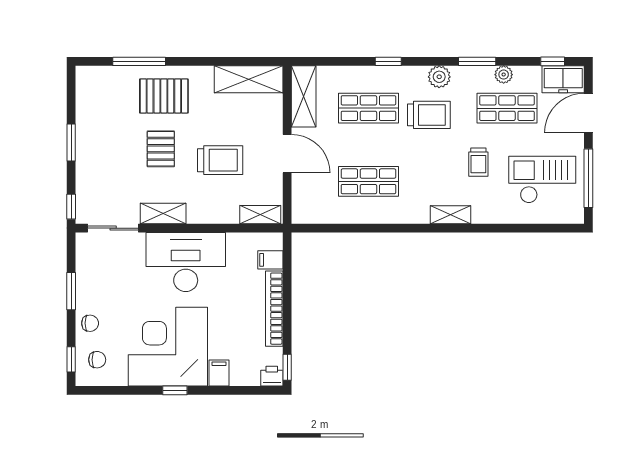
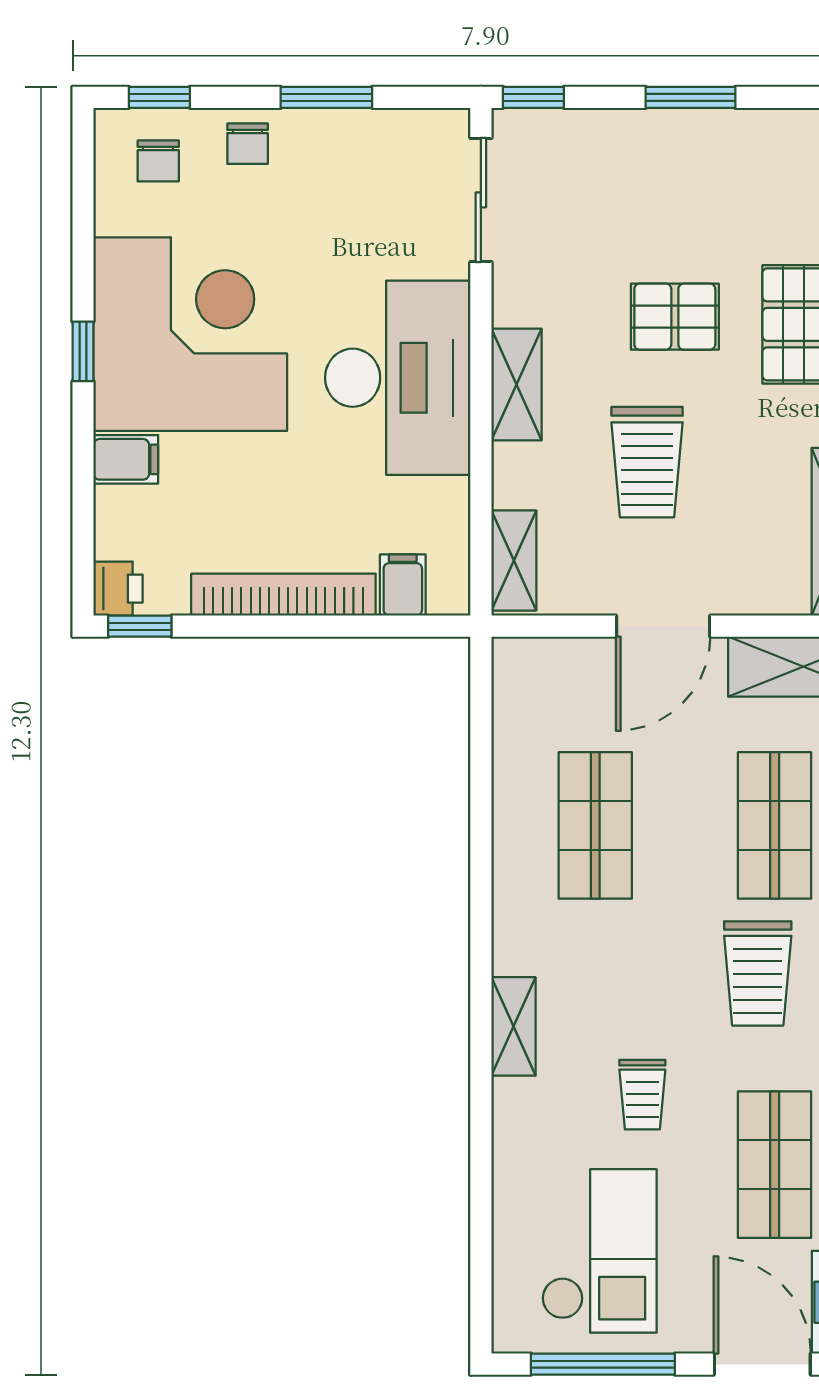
trolley: (478, 162) -> (642, 1095), turned -90
shelving: (163, 213) -> (516, 384), moved

